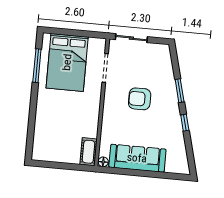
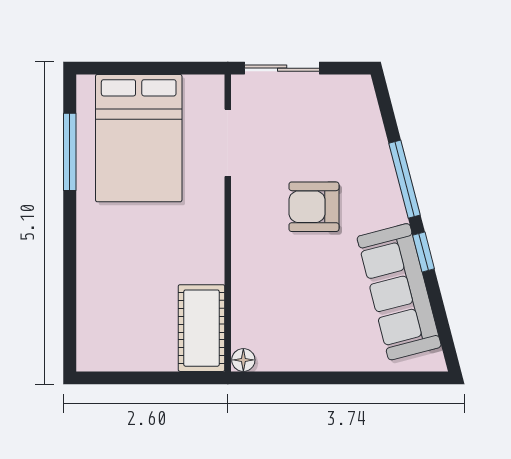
window: (180, 91) -> (405, 179), width x1.44
cot: (89, 152) -> (201, 328), width x1.37, depth x1.34
sofa: (137, 158) -> (399, 292), moved, turned -105

